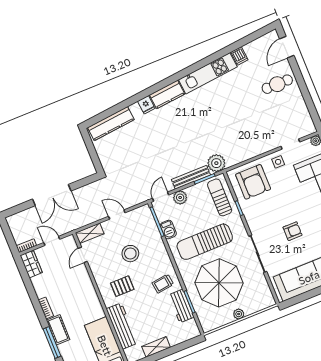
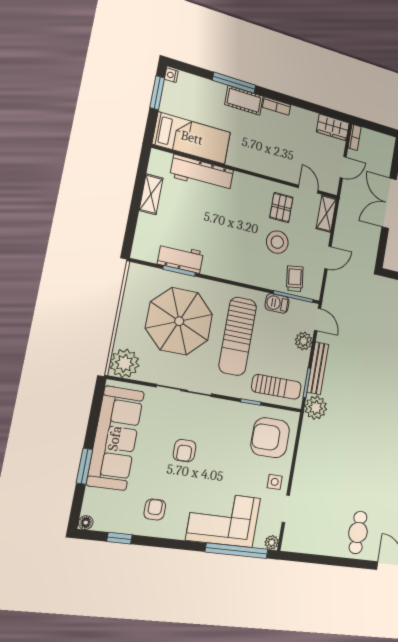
sun lounger: (205, 242) -> (238, 336), turned 180
trolley: (163, 284) -> (295, 279), moved
pallet: (122, 286) -> (281, 207), moved
plant: (239, 314) -> (125, 363), moved, width x1.88, depth x1.88

